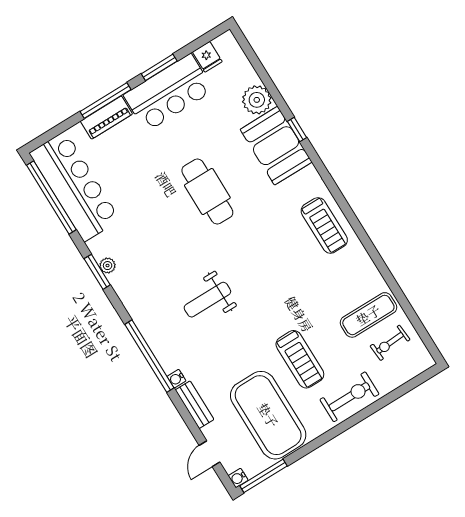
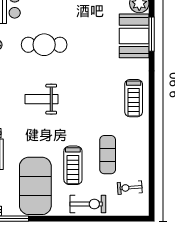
window: (297, 130) -> (152, 34), width x2.17
cafe table: (207, 192) -> (44, 45), moved, turned 90
exercise mat: (368, 315) -> (108, 155), moved, turned 90

